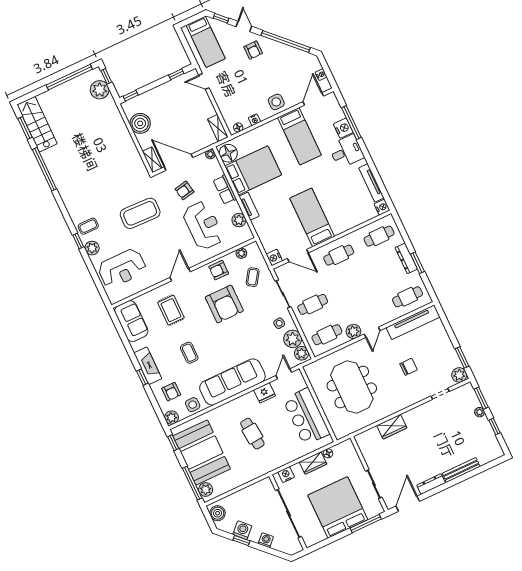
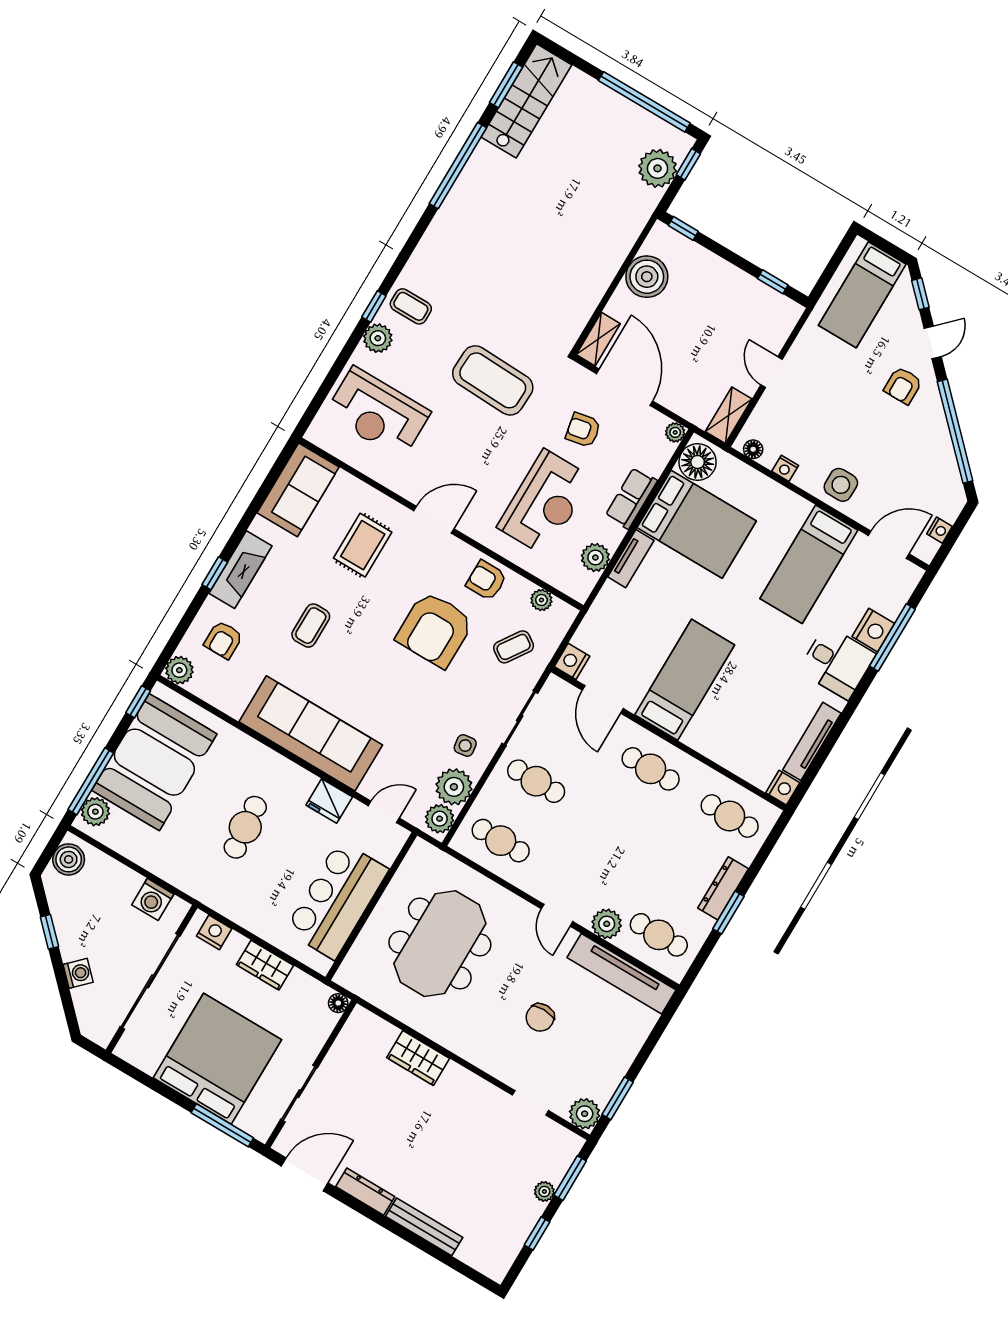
door: (204, 82) -> (772, 372), moved
plant: (353, 331) -> (607, 924), moved
door: (372, 332) -> (557, 915), hinge flipped
chair: (409, 367) -> (540, 1017), turned 90
side table: (193, 405) -> (226, 691), removed
floor lamp: (328, 453) -> (338, 1003), moved
washing machine: (242, 530) -> (153, 899), moved, turned 135

